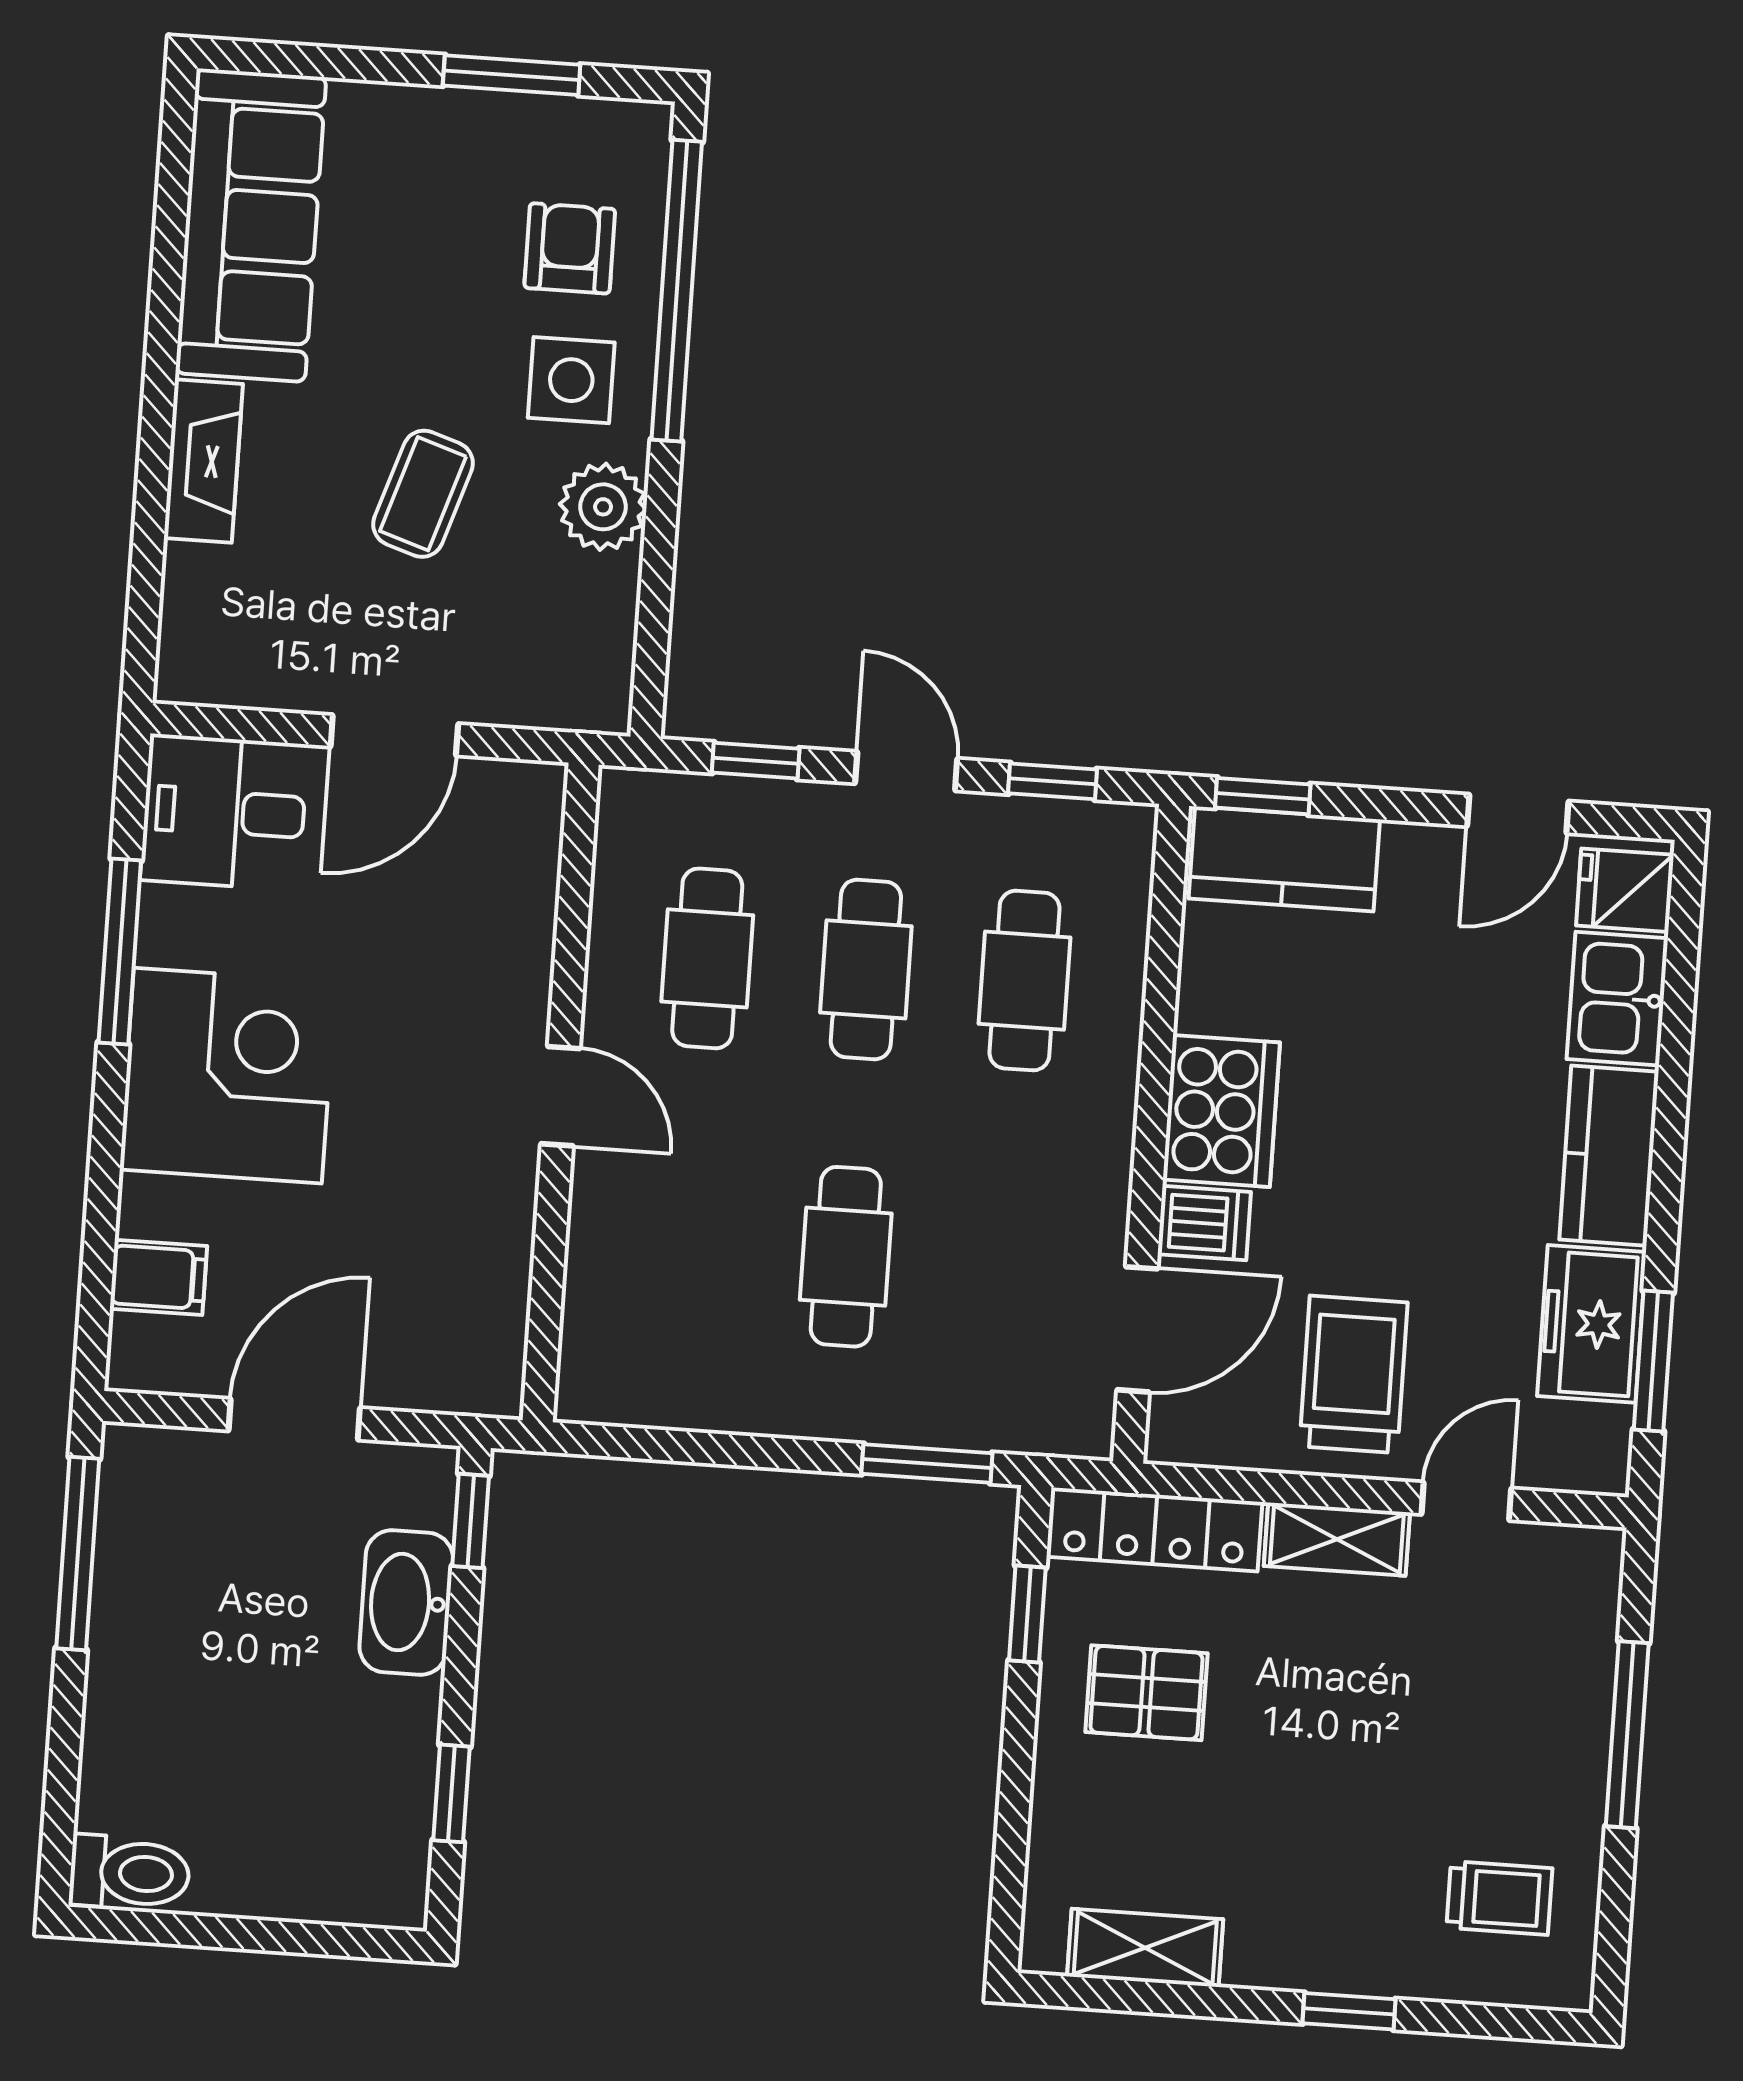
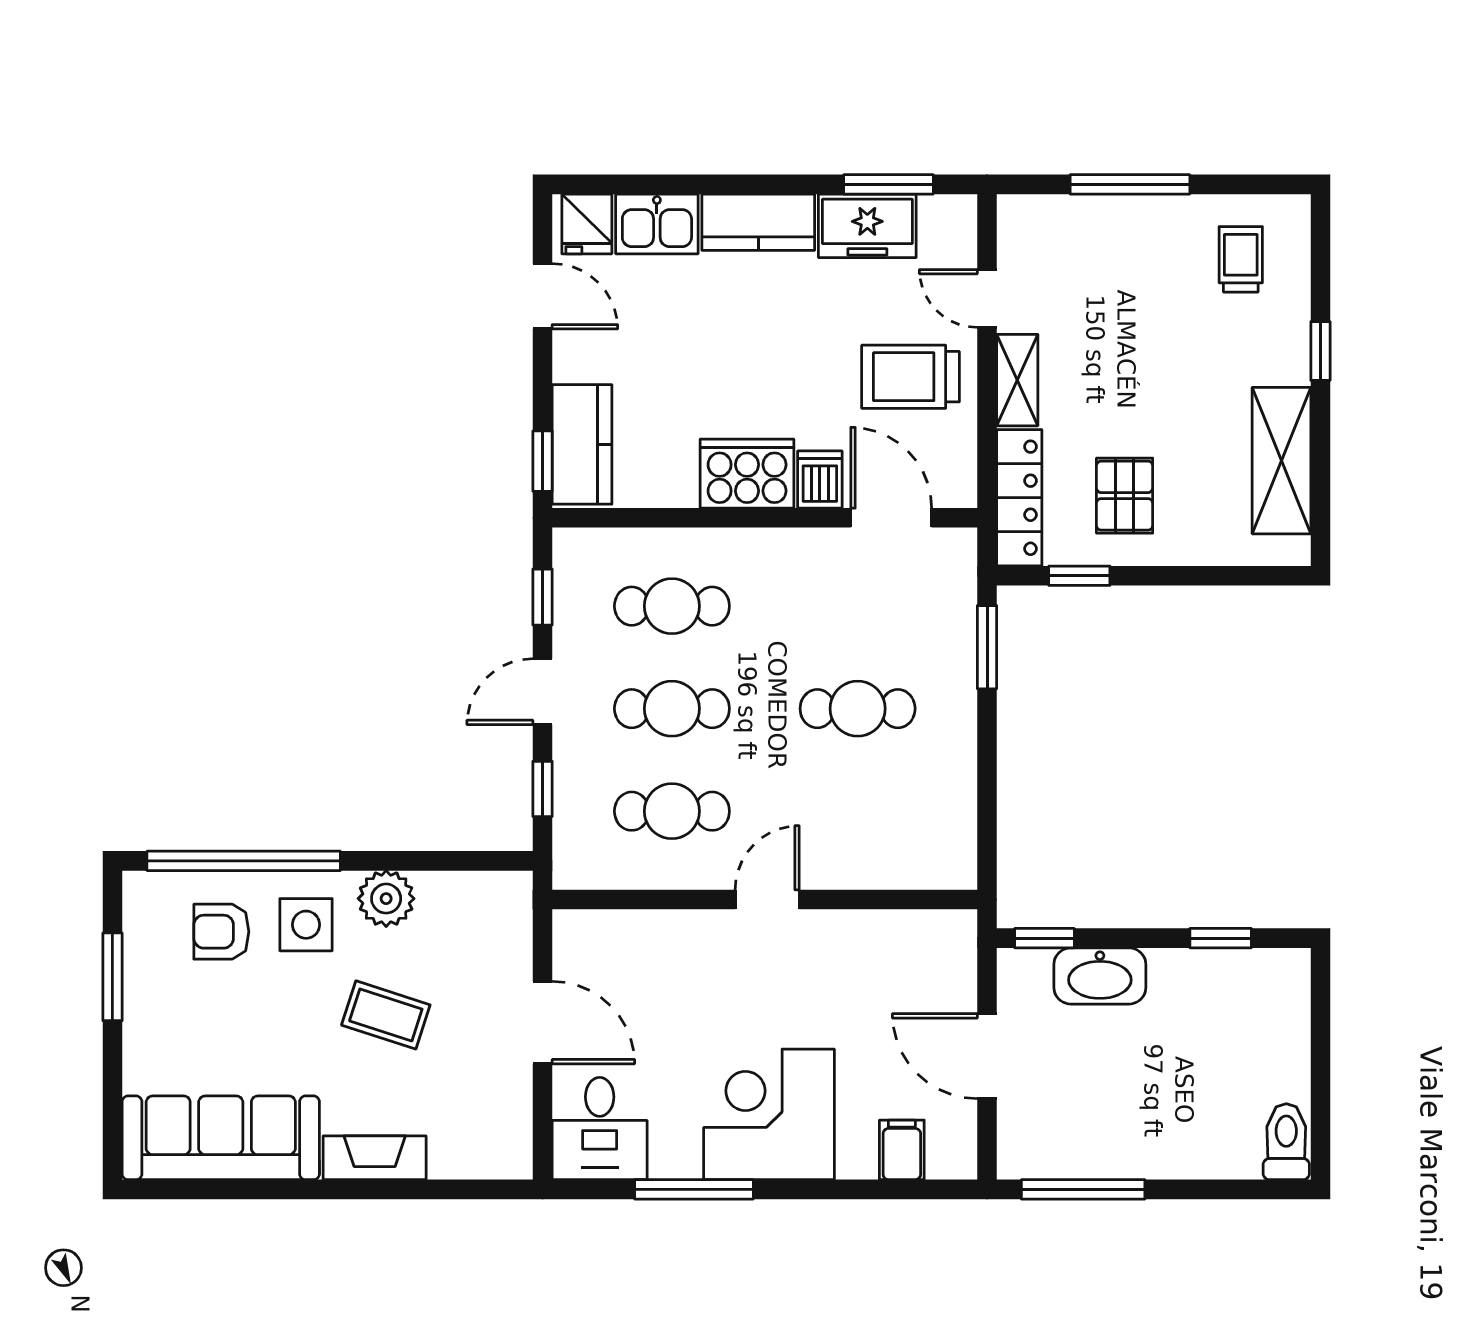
shelving: (1145, 1948) -> (1281, 461), width x1.50, depth x1.33

